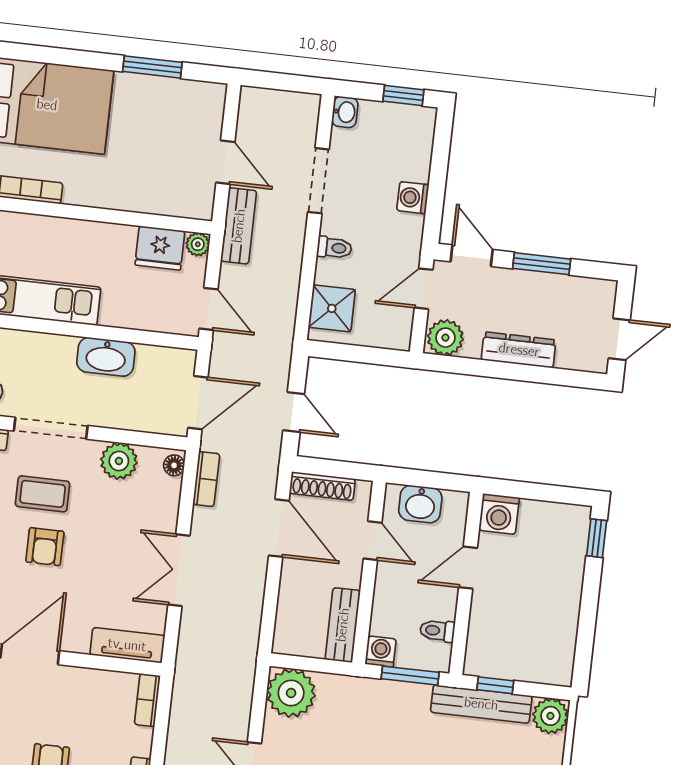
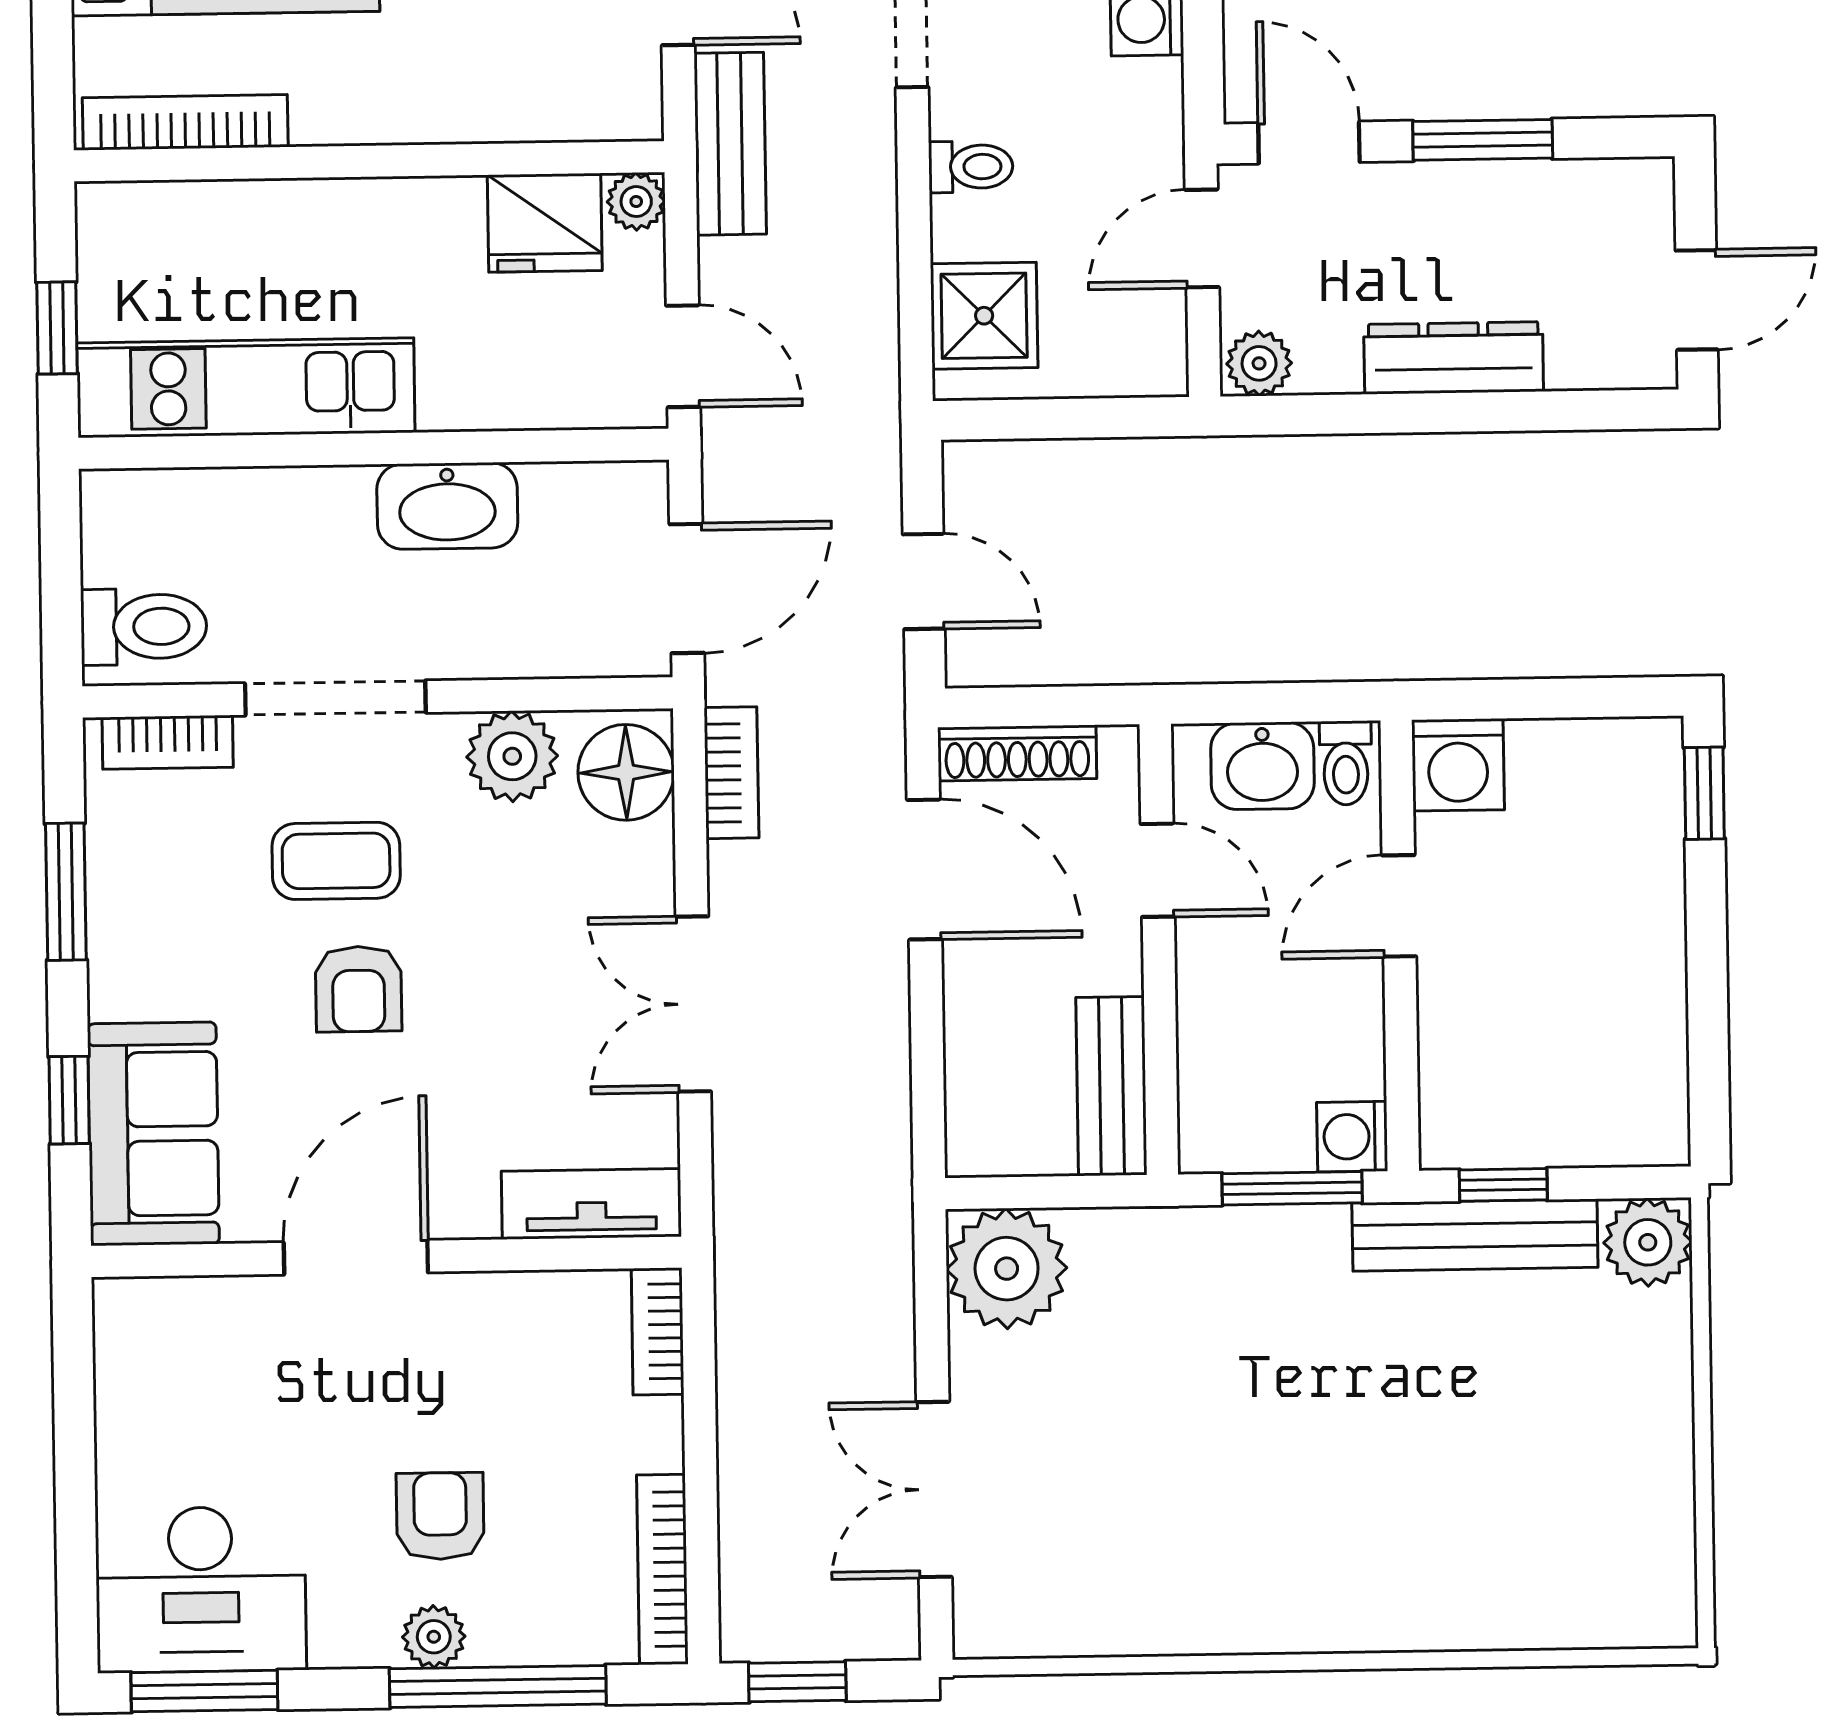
plant: (445, 338) -> (1259, 363), width x0.73, depth x0.73
floor lamp: (174, 465) -> (626, 772), width x1.89, depth x1.89
toilet: (437, 631) -> (1346, 763), moved, turned -90
washing machine: (381, 652) -> (1352, 1137), moved, turned -90

